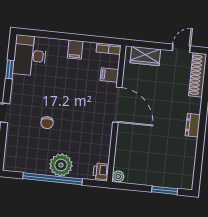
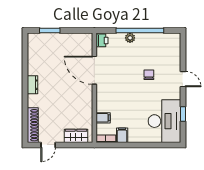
filing cabinet: (75, 50) -> (122, 135), moved
desk: (30, 55) -> (164, 121), width x1.36, depth x1.30
door: (117, 105) -> (94, 70), moved
plant: (61, 165) -> (130, 38), width x0.53, depth x0.53
plant: (118, 176) -> (88, 38), removed

